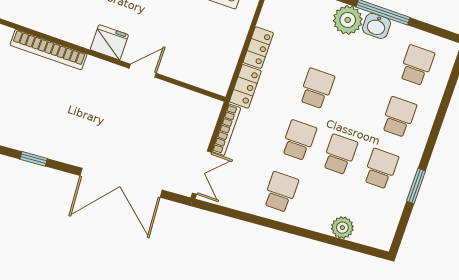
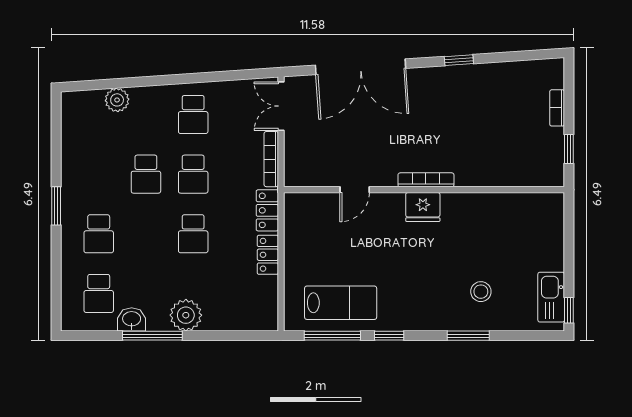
washbasin: (377, 26) -> (132, 319), moved
bookcase: (48, 50) -> (426, 180), moved, width x0.68, depth x0.76
door: (143, 71) -> (355, 190), moved
school desk: (381, 169) -> (99, 174), removed
double door: (121, 183) -> (360, 67), swing flipped
window: (416, 186) -> (56, 206), moved

